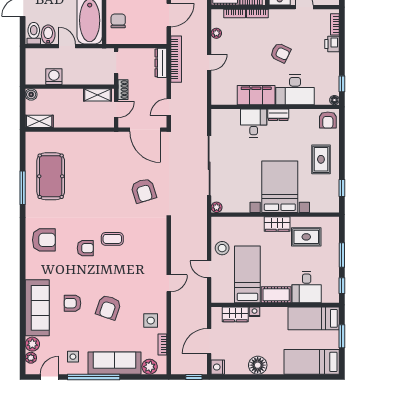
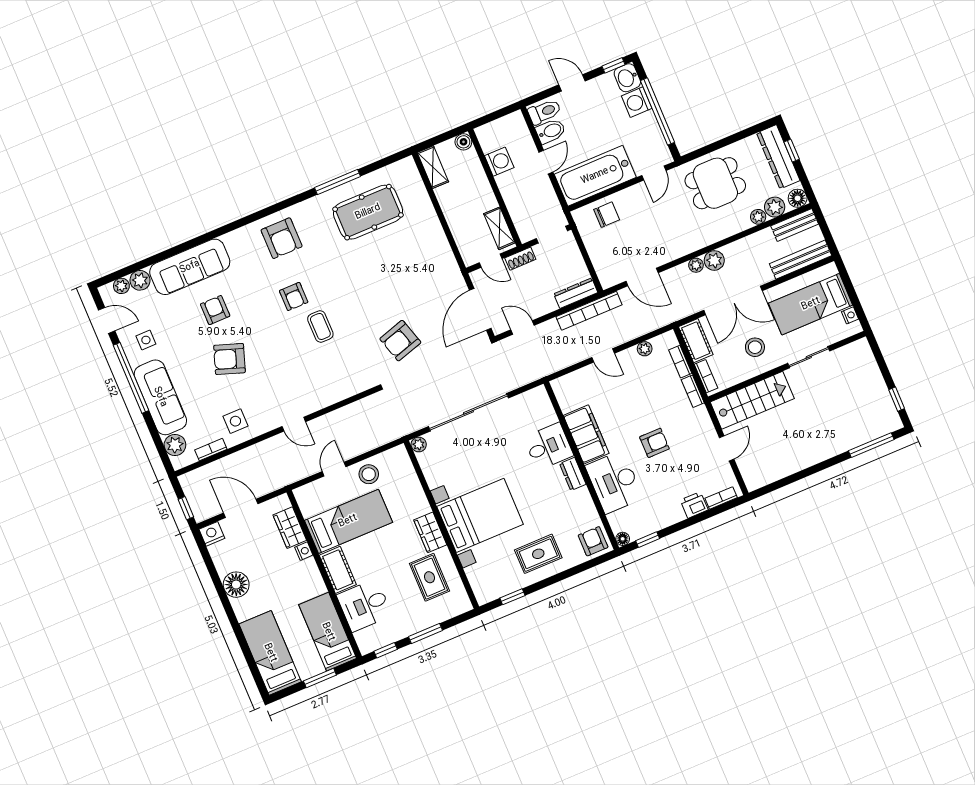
armchair: (281, 53) -> (654, 443), turned -116
armchair: (328, 120) -> (593, 541), turned 90

